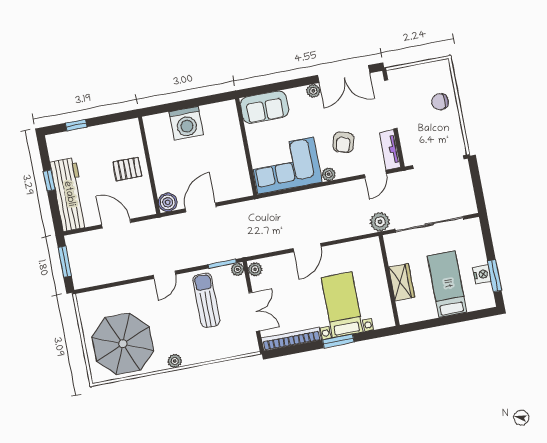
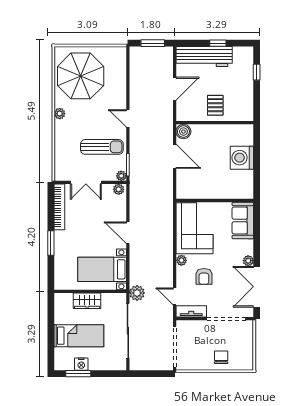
armchair: (343, 142) -> (204, 276), turned -106
bed with nightstands: (342, 305) -> (102, 269), moved, turned 180

